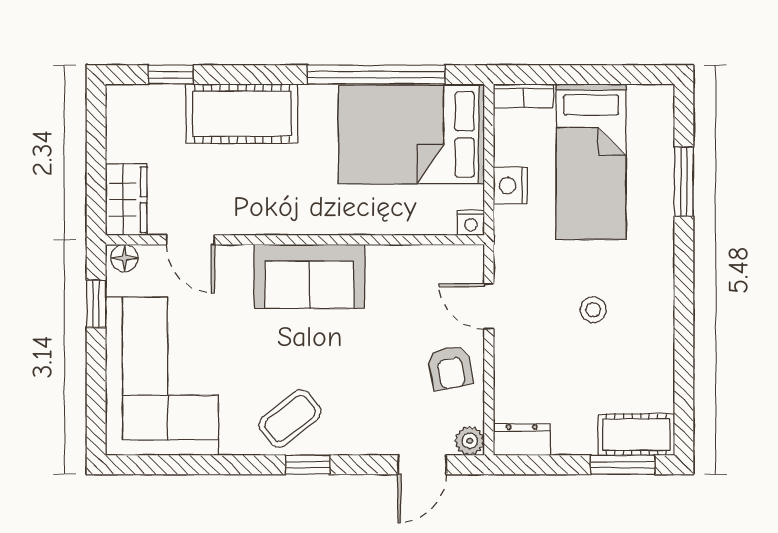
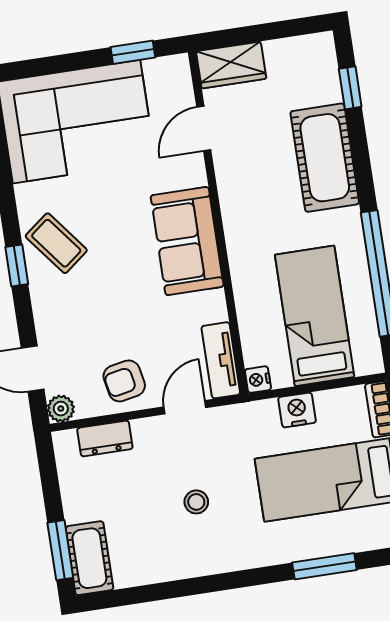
bed: (411, 135) -> (315, 316), width x0.67
floor lamp: (125, 258) -> (178, 72), removed
tv unit: (444, 260) -> (221, 360), added
dresser: (522, 439) -> (105, 438), moved, turned 90

